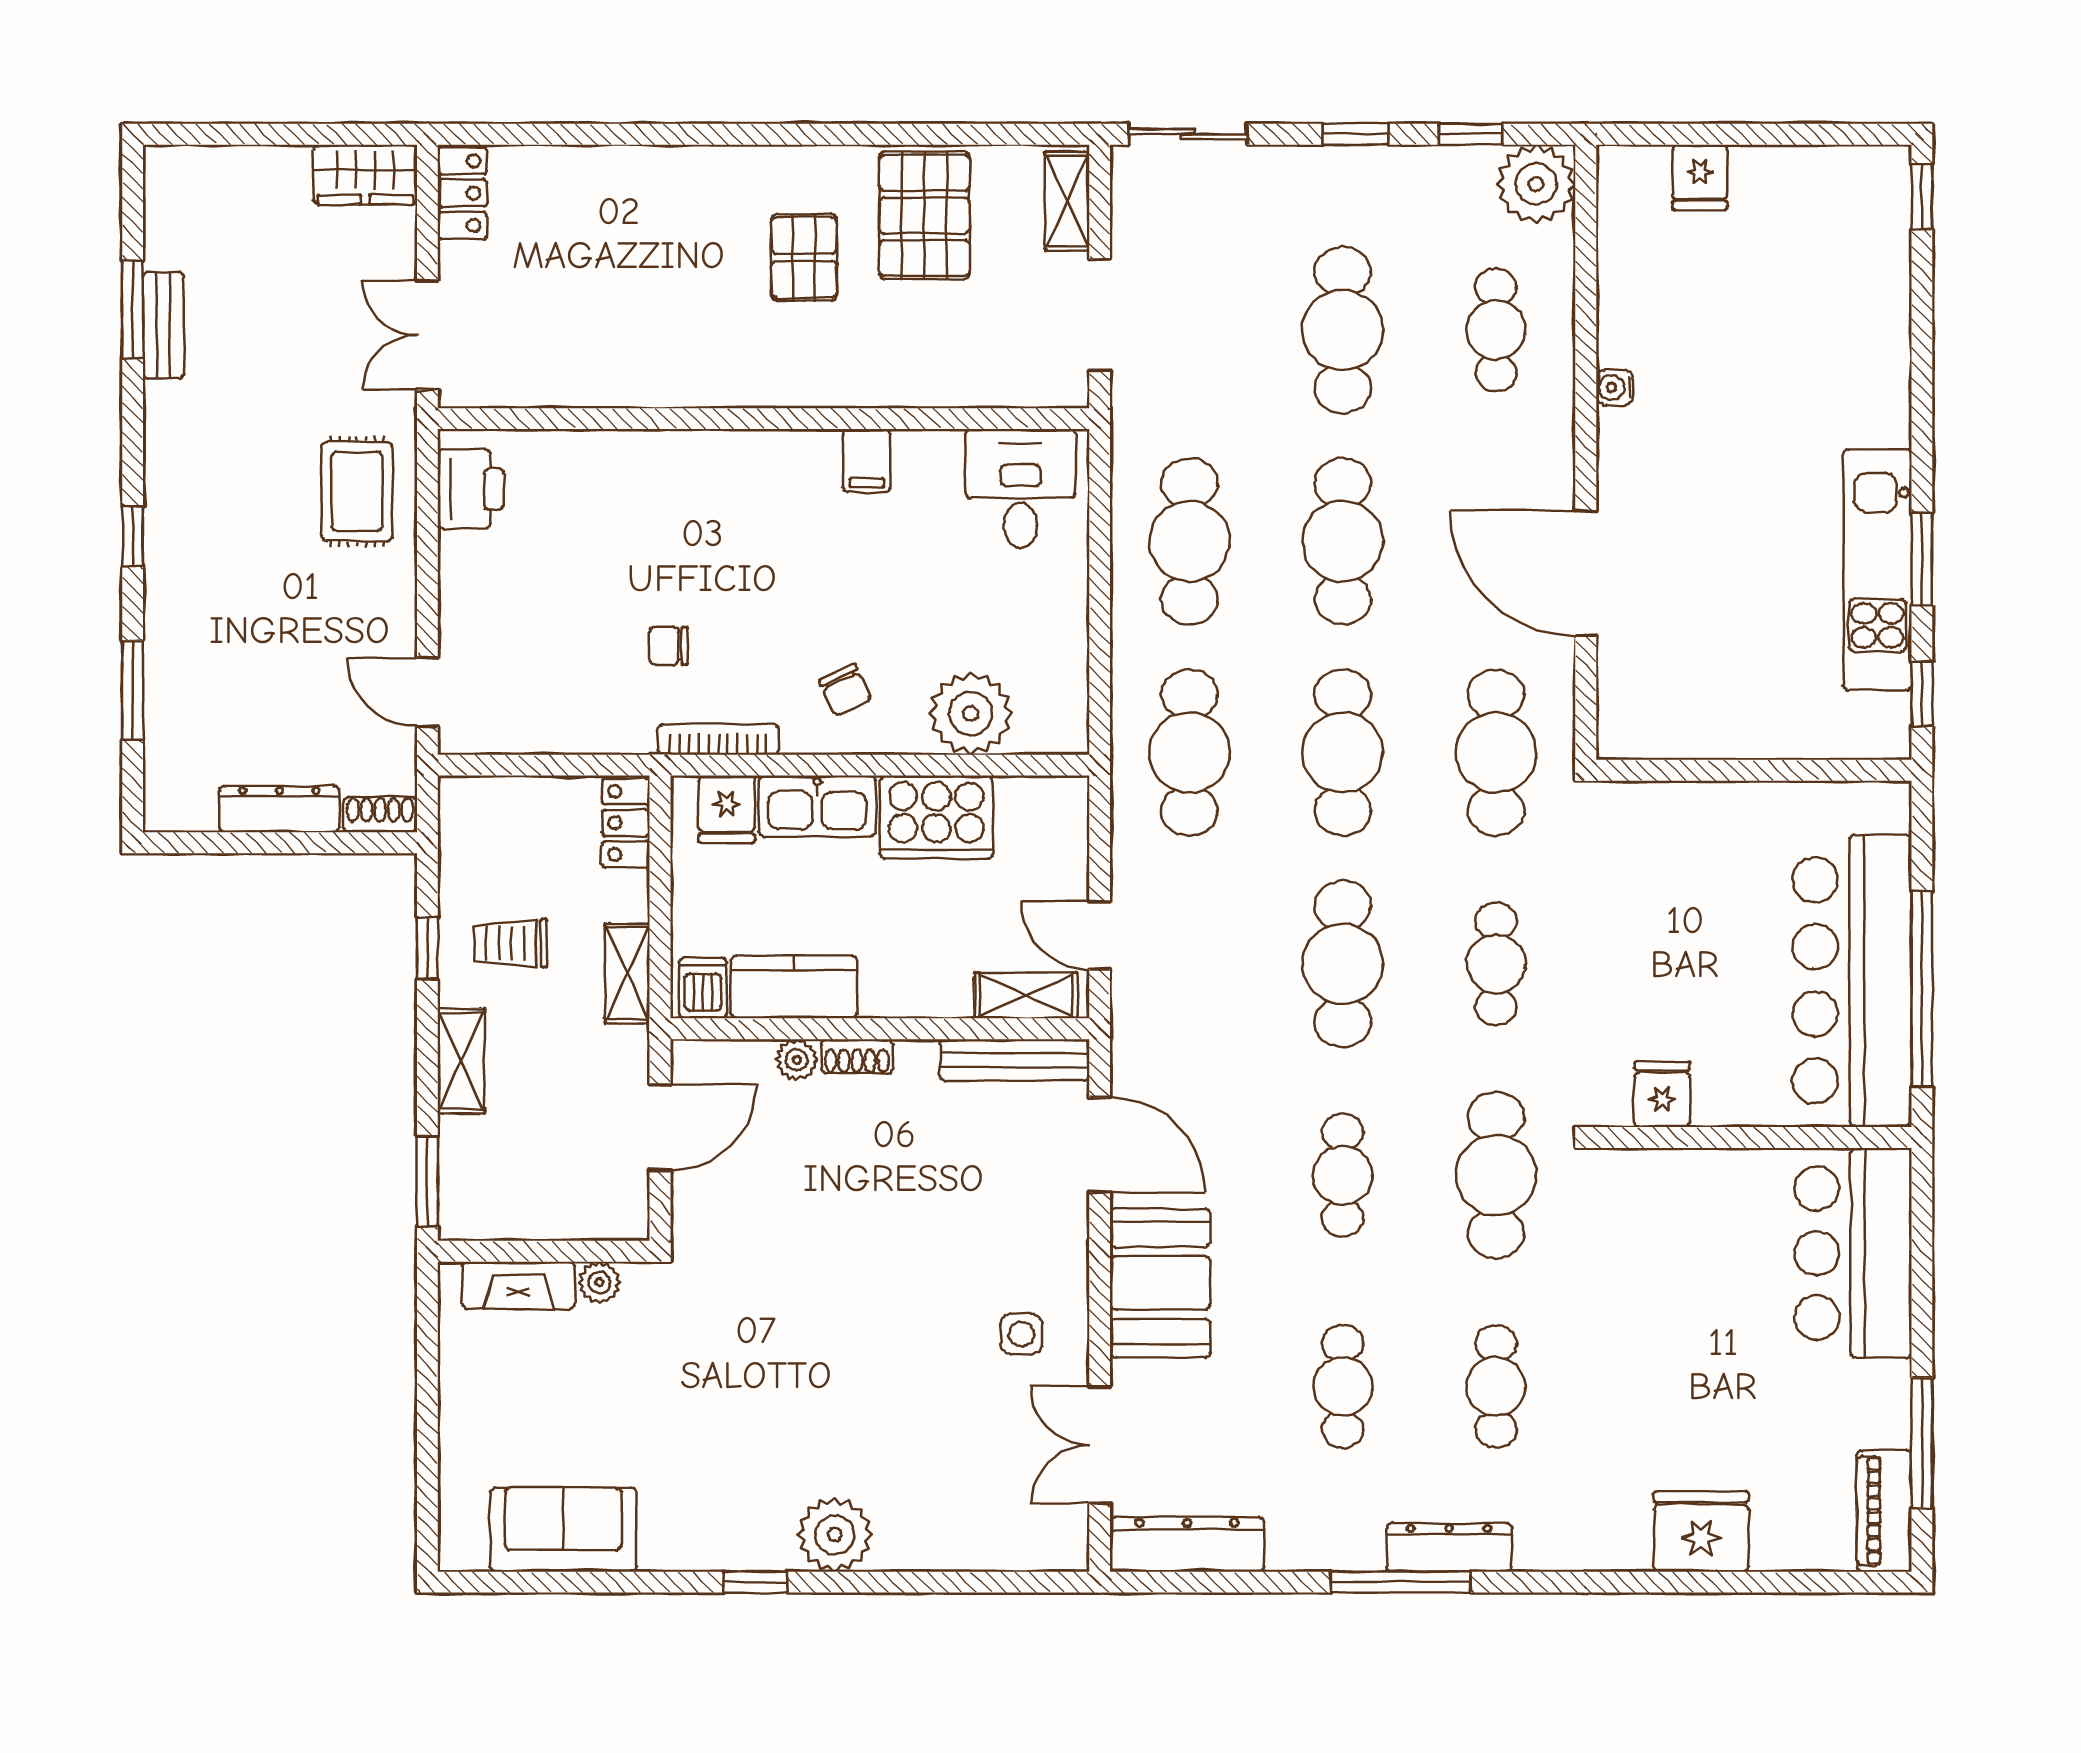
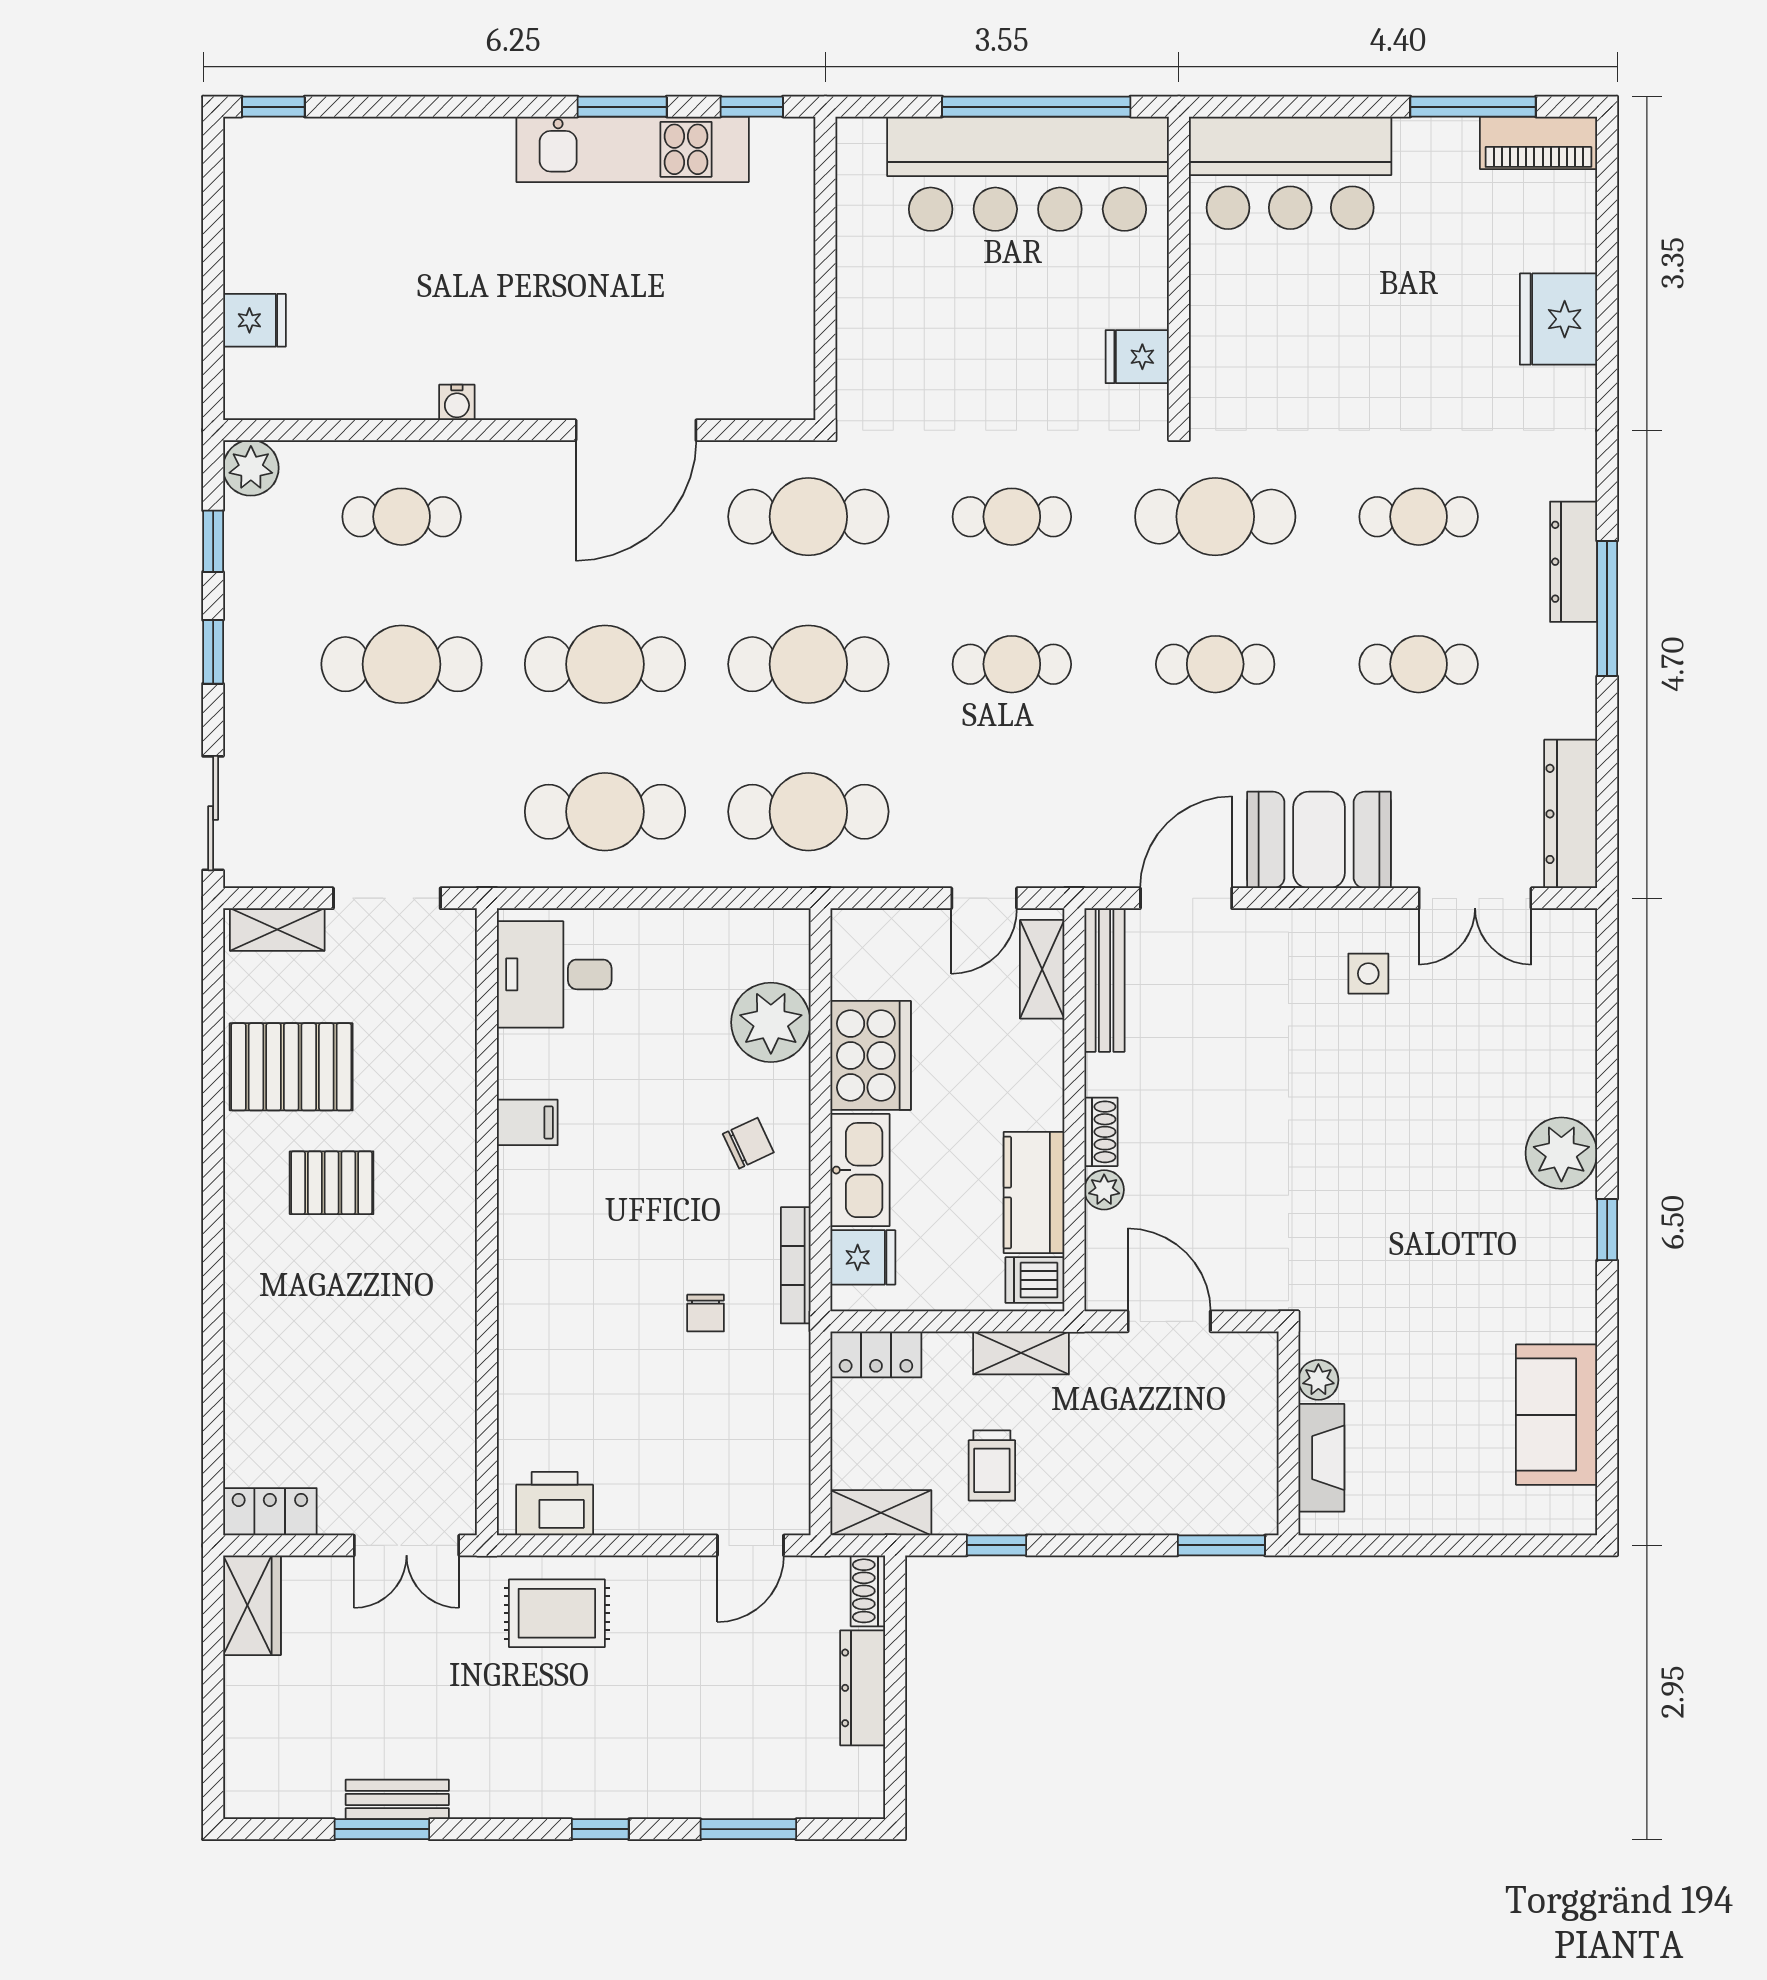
plant: (1536, 184) -> (251, 468), width x0.73, depth x0.73
cafe table: (1343, 964) -> (1012, 664), width x0.73, depth x0.74
shelving: (461, 1061) -> (881, 1513), moved

